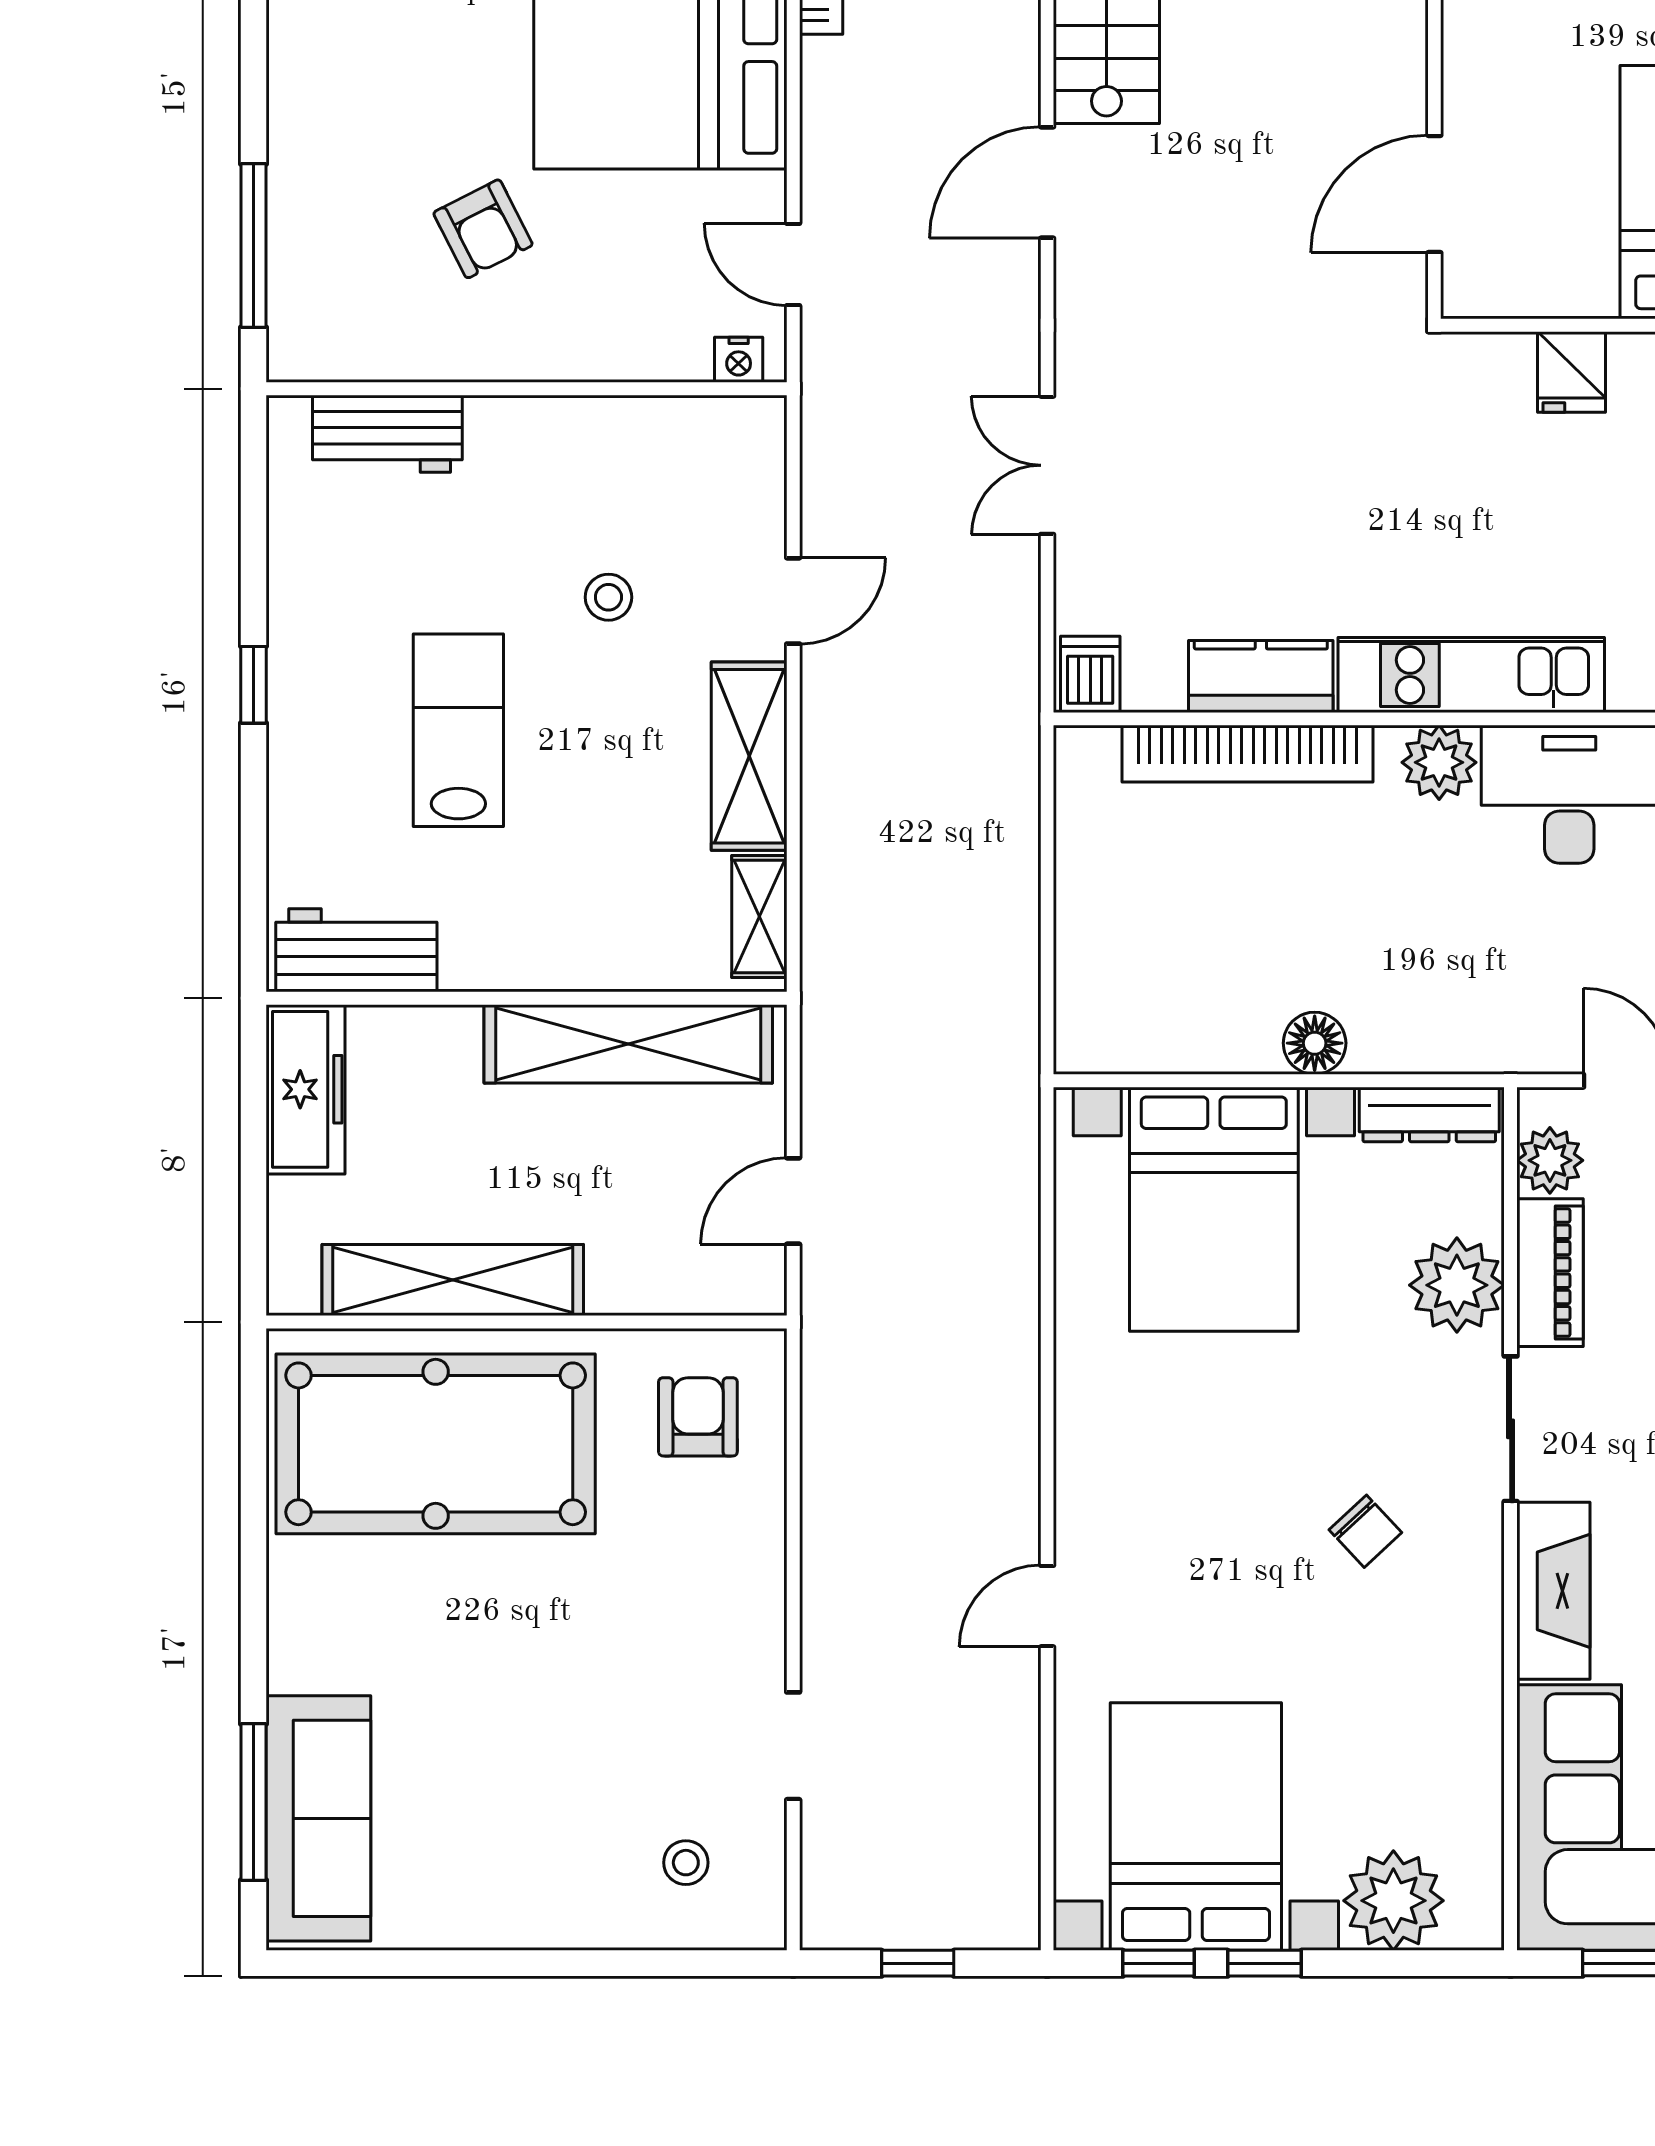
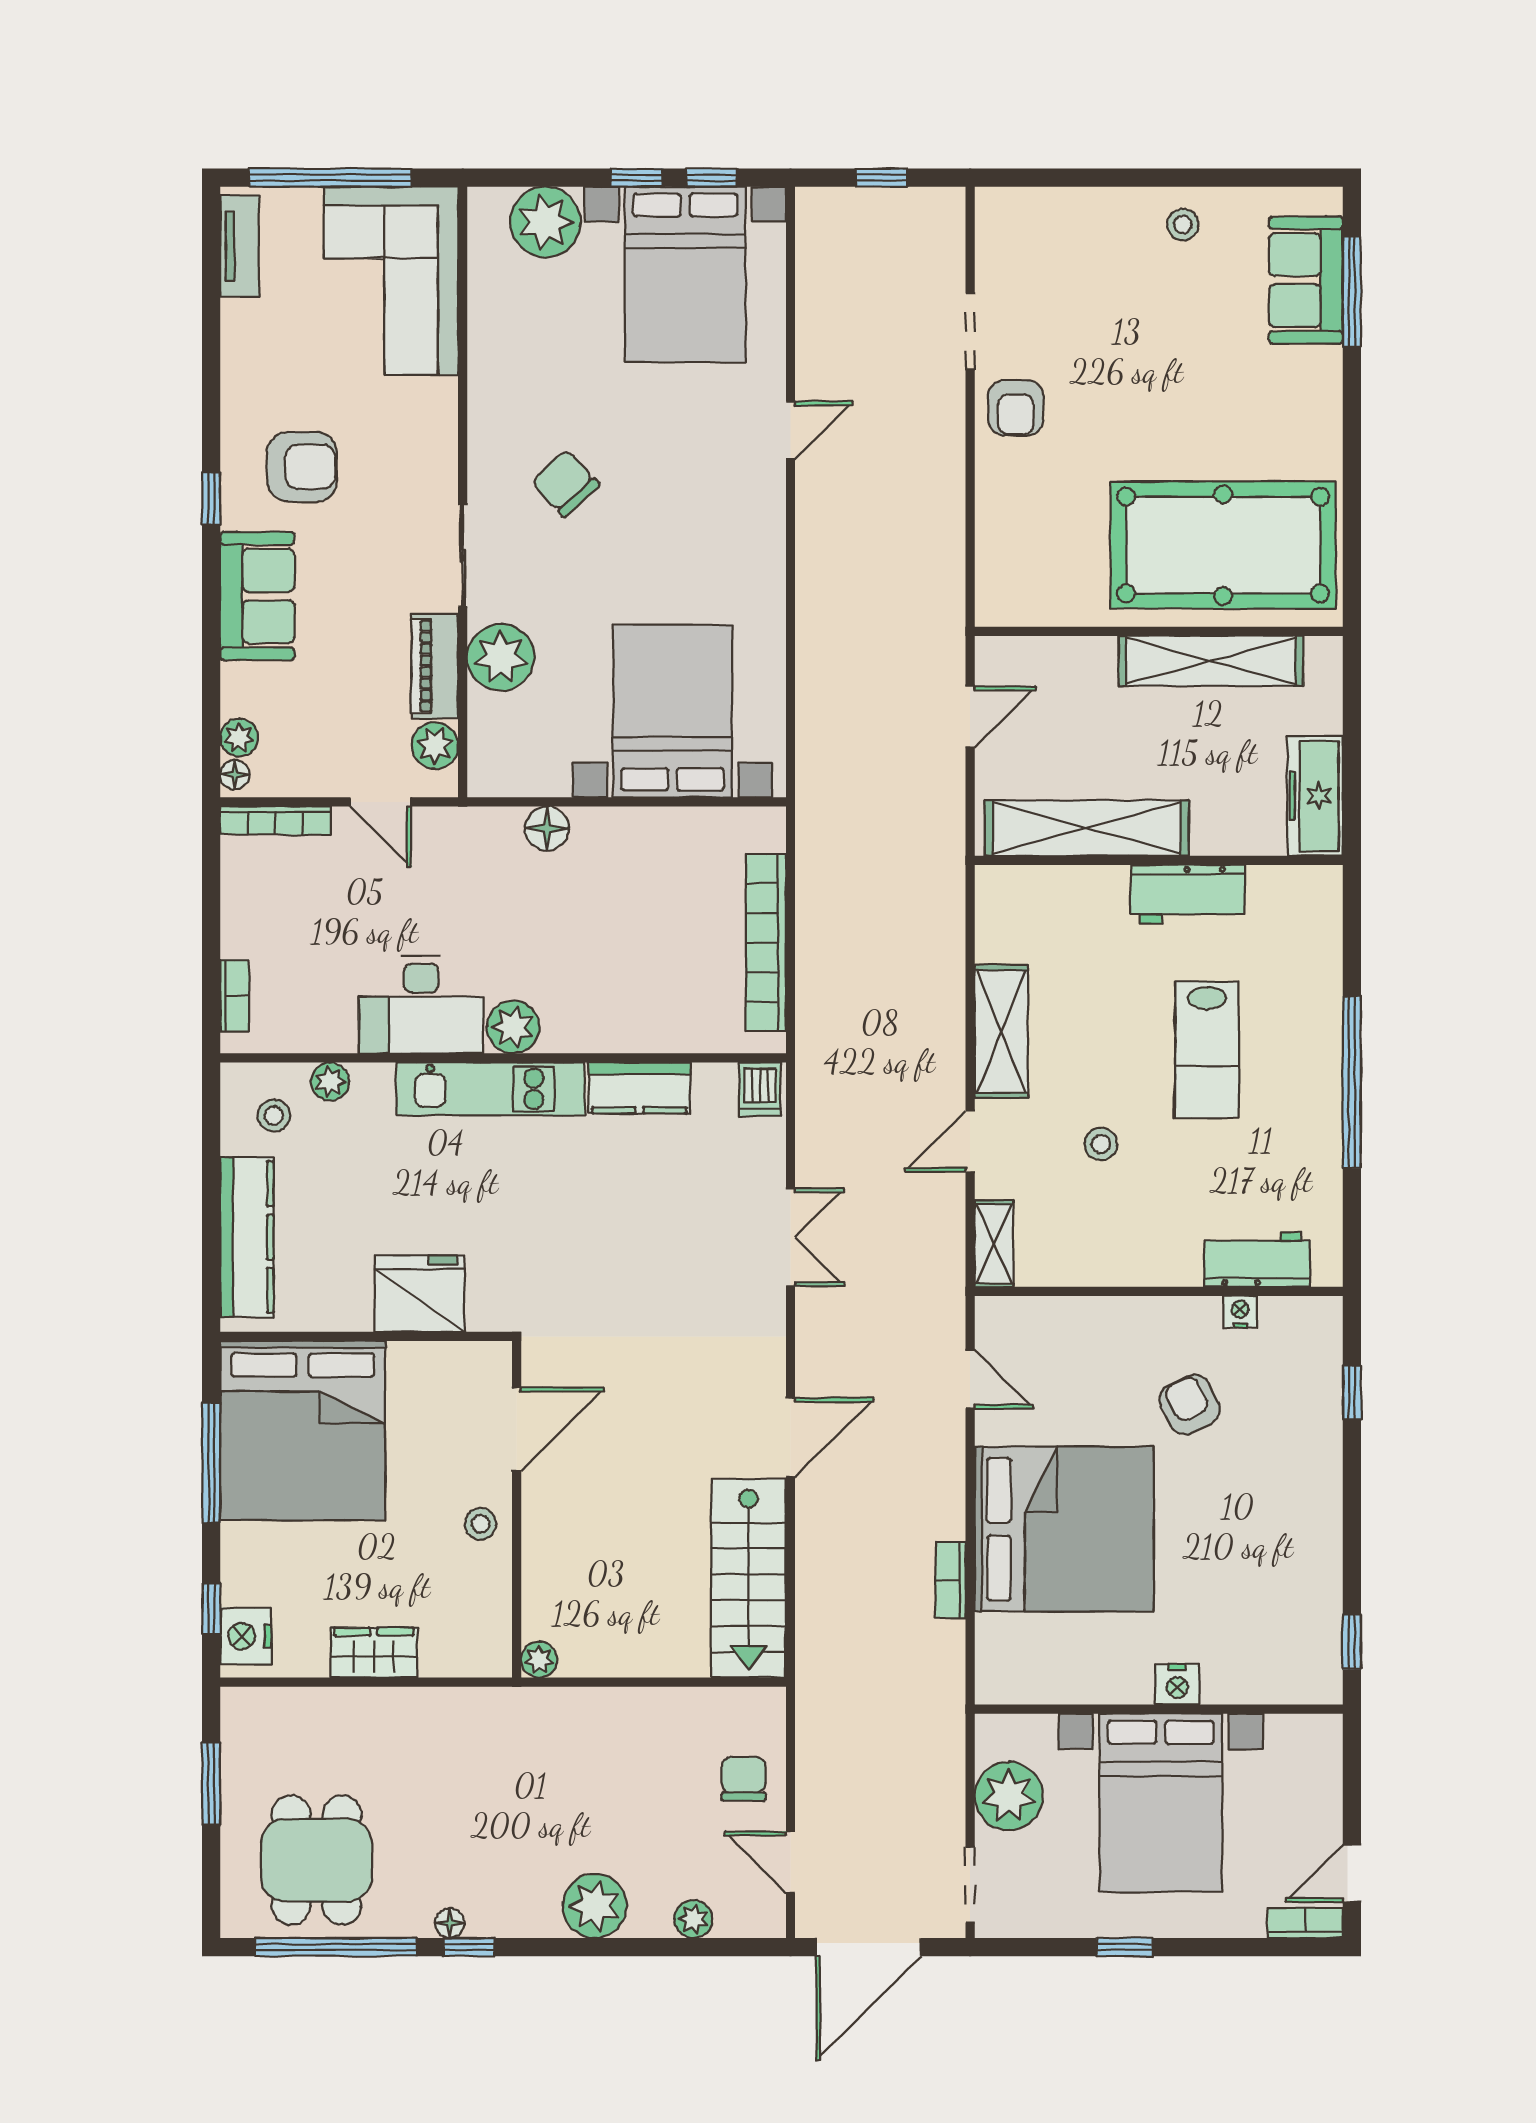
stool: (1485, 60) -> (481, 1524), added
window: (254, 246) -> (1352, 1393), width x0.46
nightstand: (739, 360) -> (1240, 1312), moved
fridge: (1572, 372) -> (420, 1294), width x1.88, depth x1.34
window: (254, 685) -> (1352, 1082), width x3.17
bookcase: (1247, 754) -> (766, 943), moved, turned -90
shelving: (759, 916) -> (994, 1244), moved
workbench: (356, 950) -> (1188, 894), moved
floor lamp: (1315, 1043) -> (547, 828), moved
dresser: (1429, 1114) -> (520, 778), removed
armchair: (698, 1417) -> (1016, 408), moved
chair: (1365, 1531) -> (565, 483), width x1.37, depth x1.37
fireplace: (1553, 1591) -> (432, 441), removed
sofa: (318, 1818) -> (1306, 280), width x0.73
stool: (686, 1863) -> (1183, 225), moved

